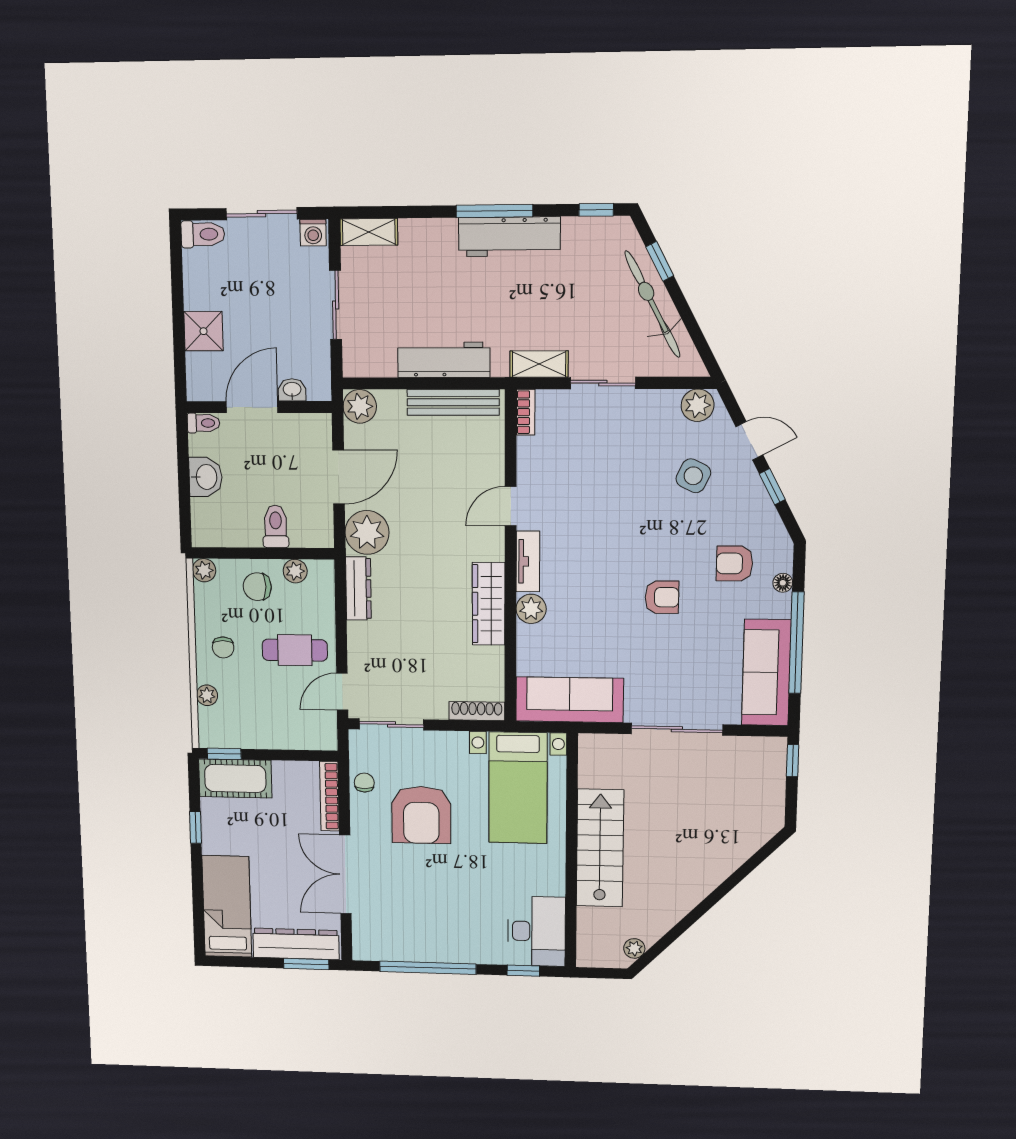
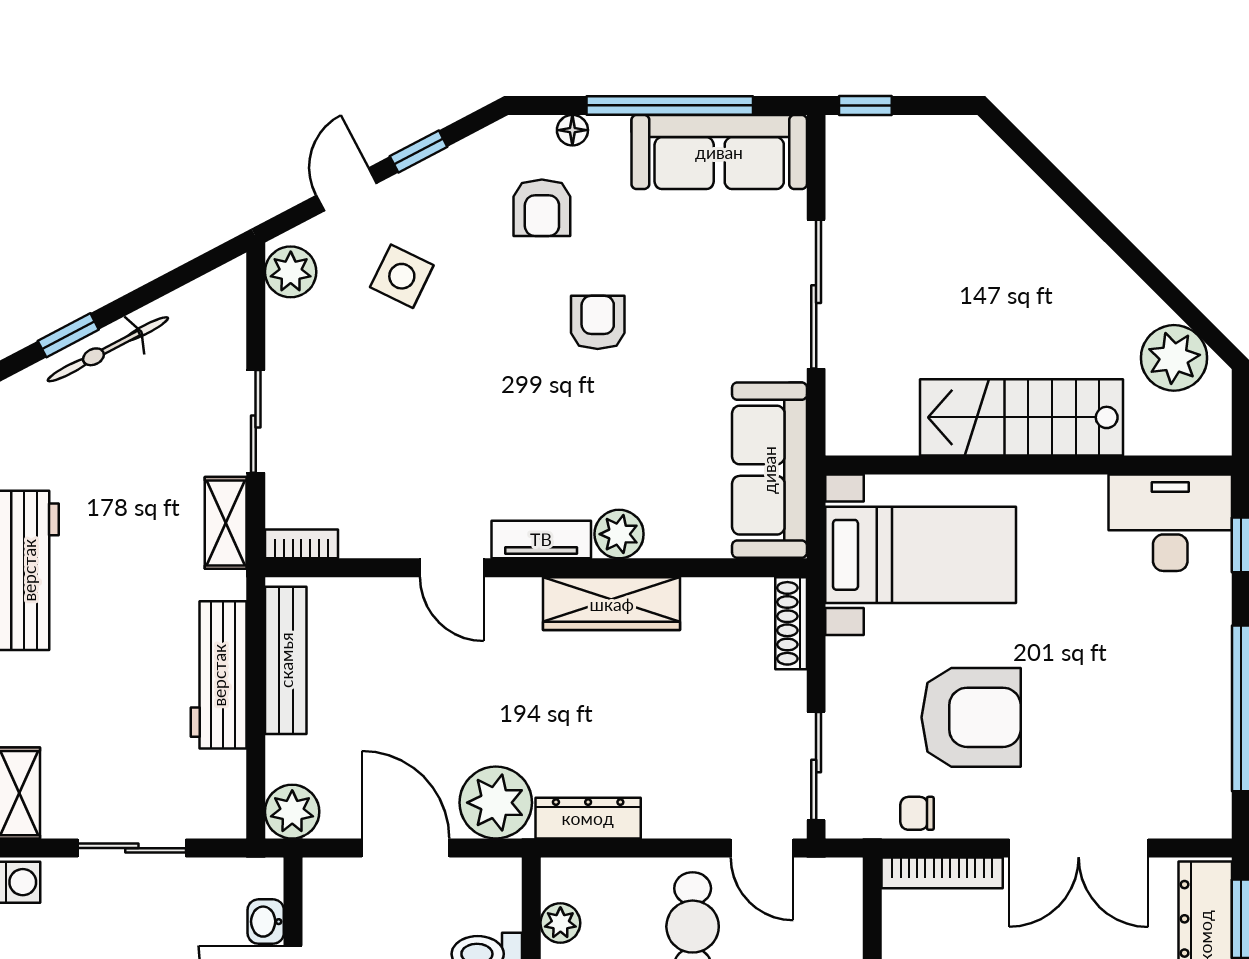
bicycle: (653, 304) -> (108, 349), width x0.73, depth x0.71
plant: (634, 948) -> (1174, 358), width x1.88, depth x1.88

